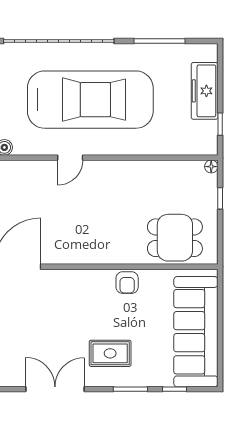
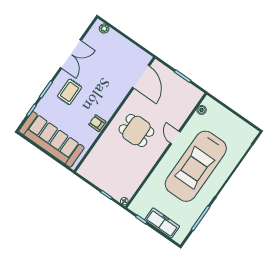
dining table: (175, 238) -> (136, 131), moved, turned 90

